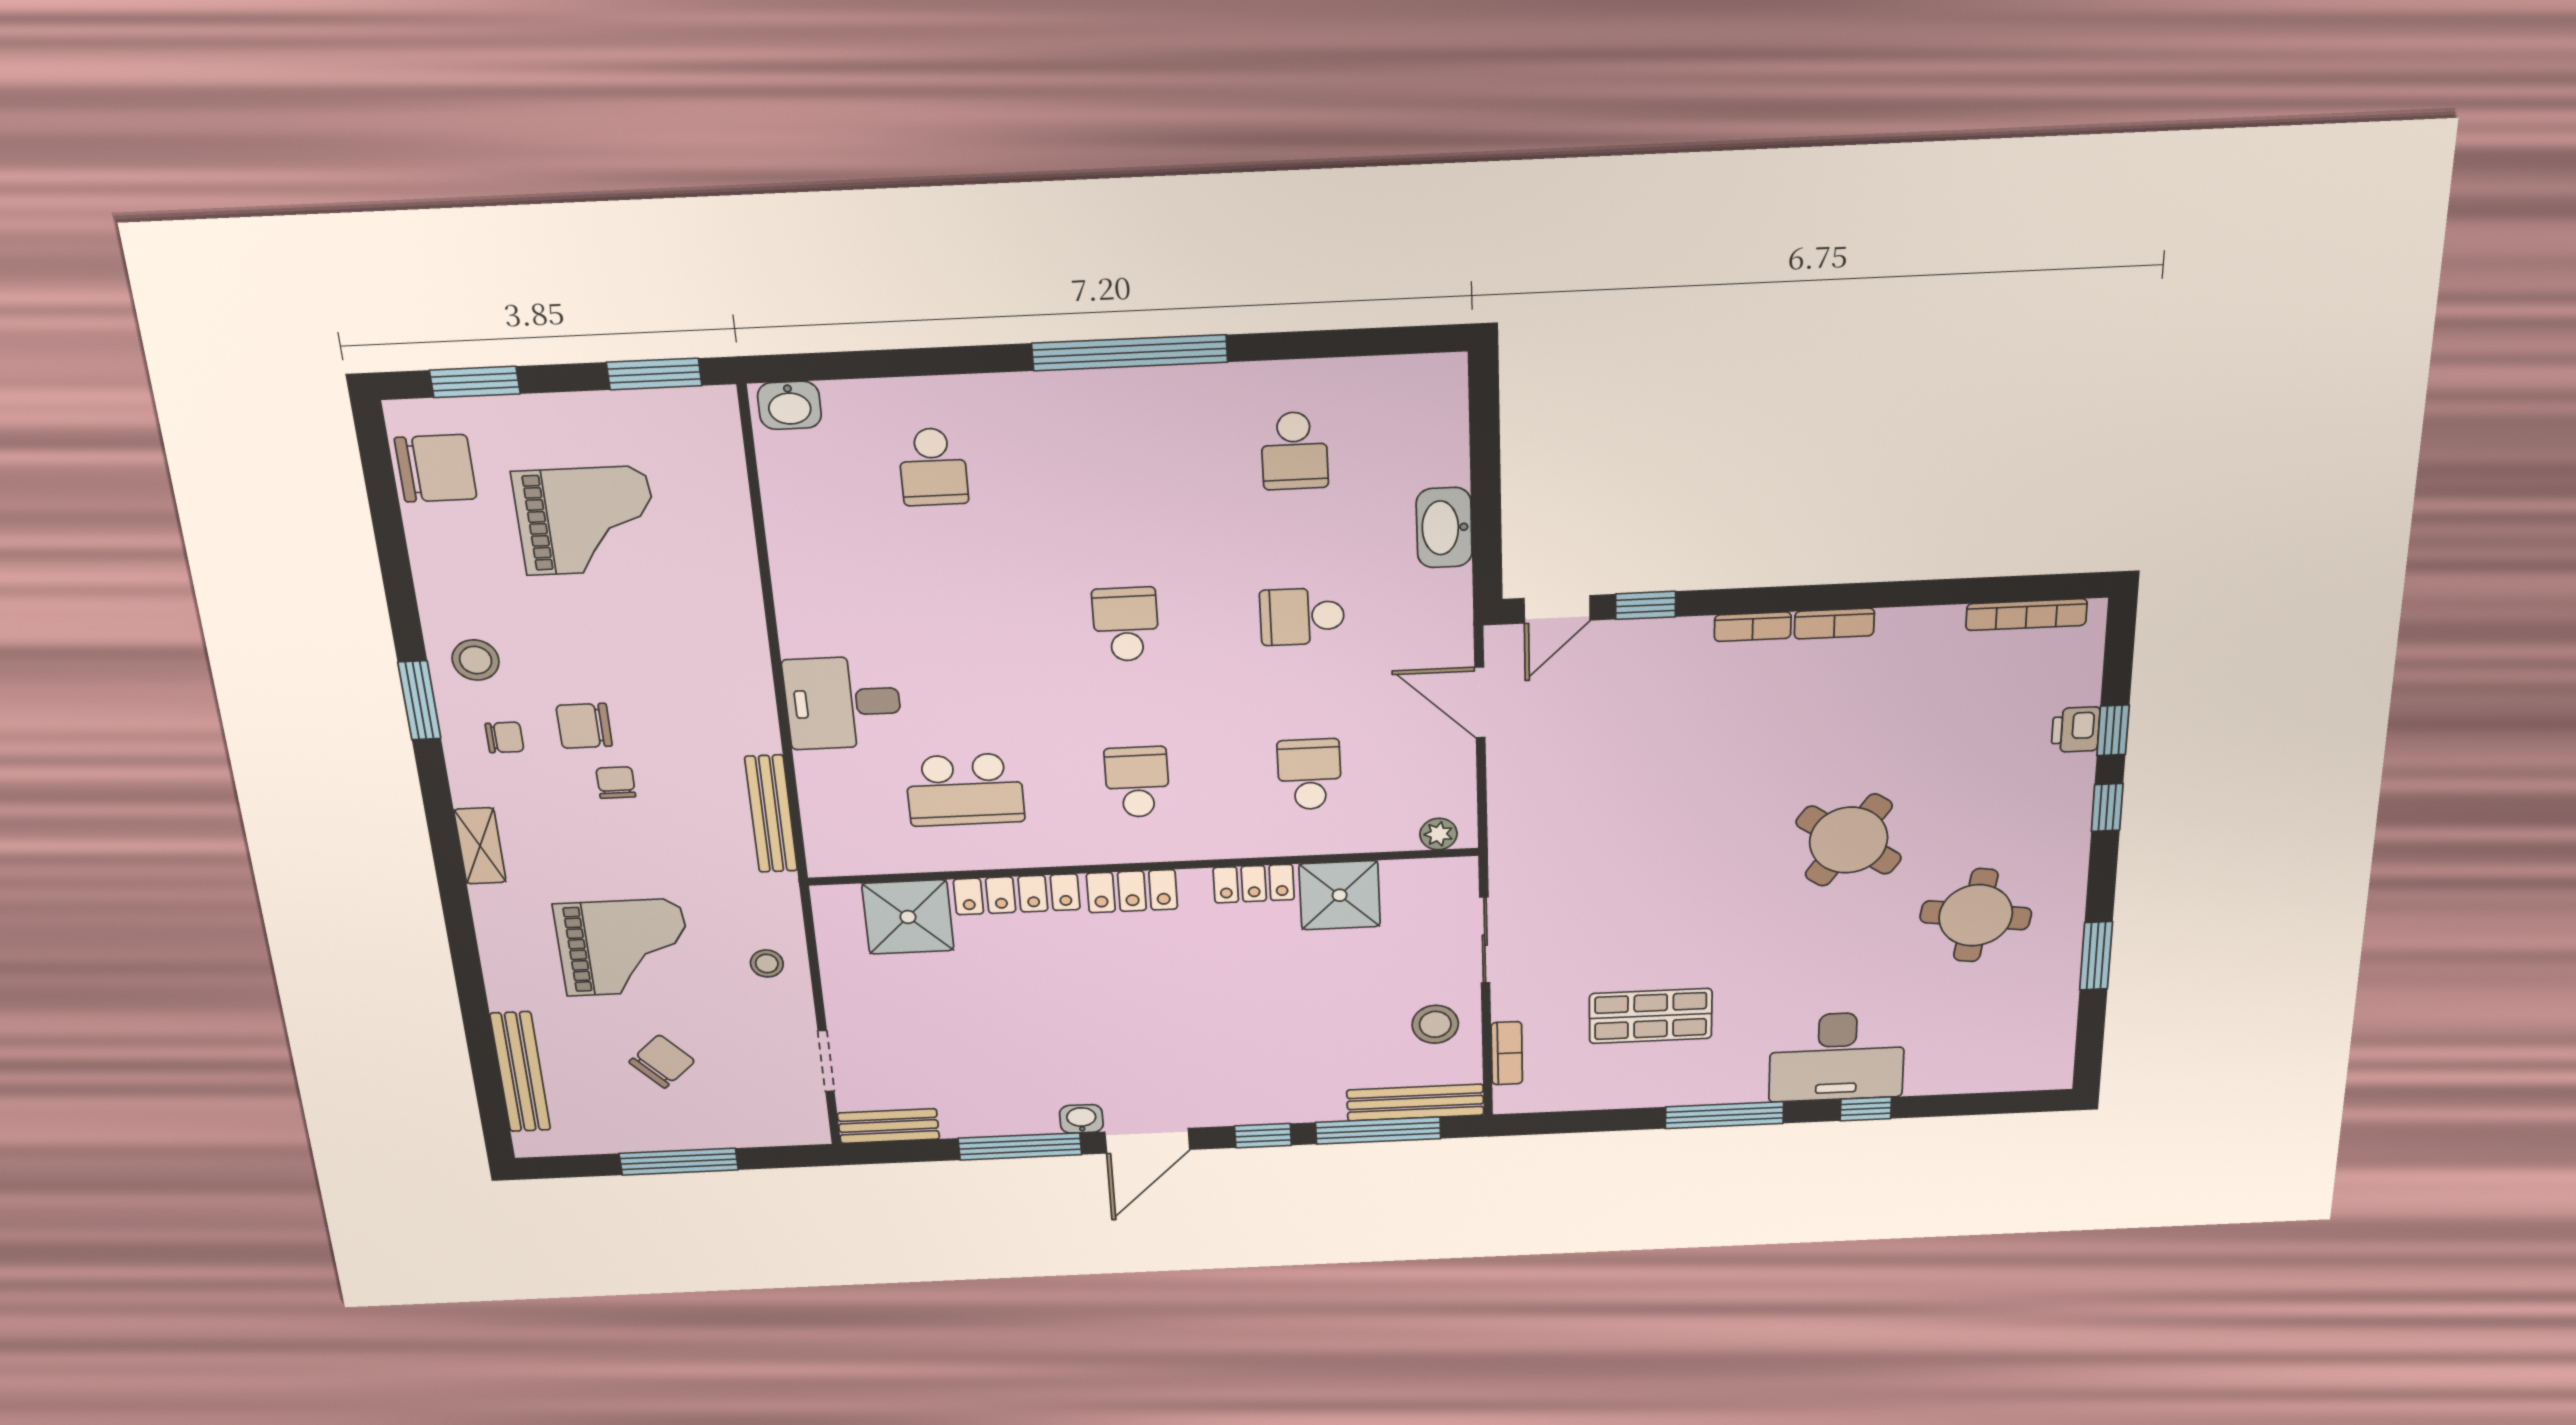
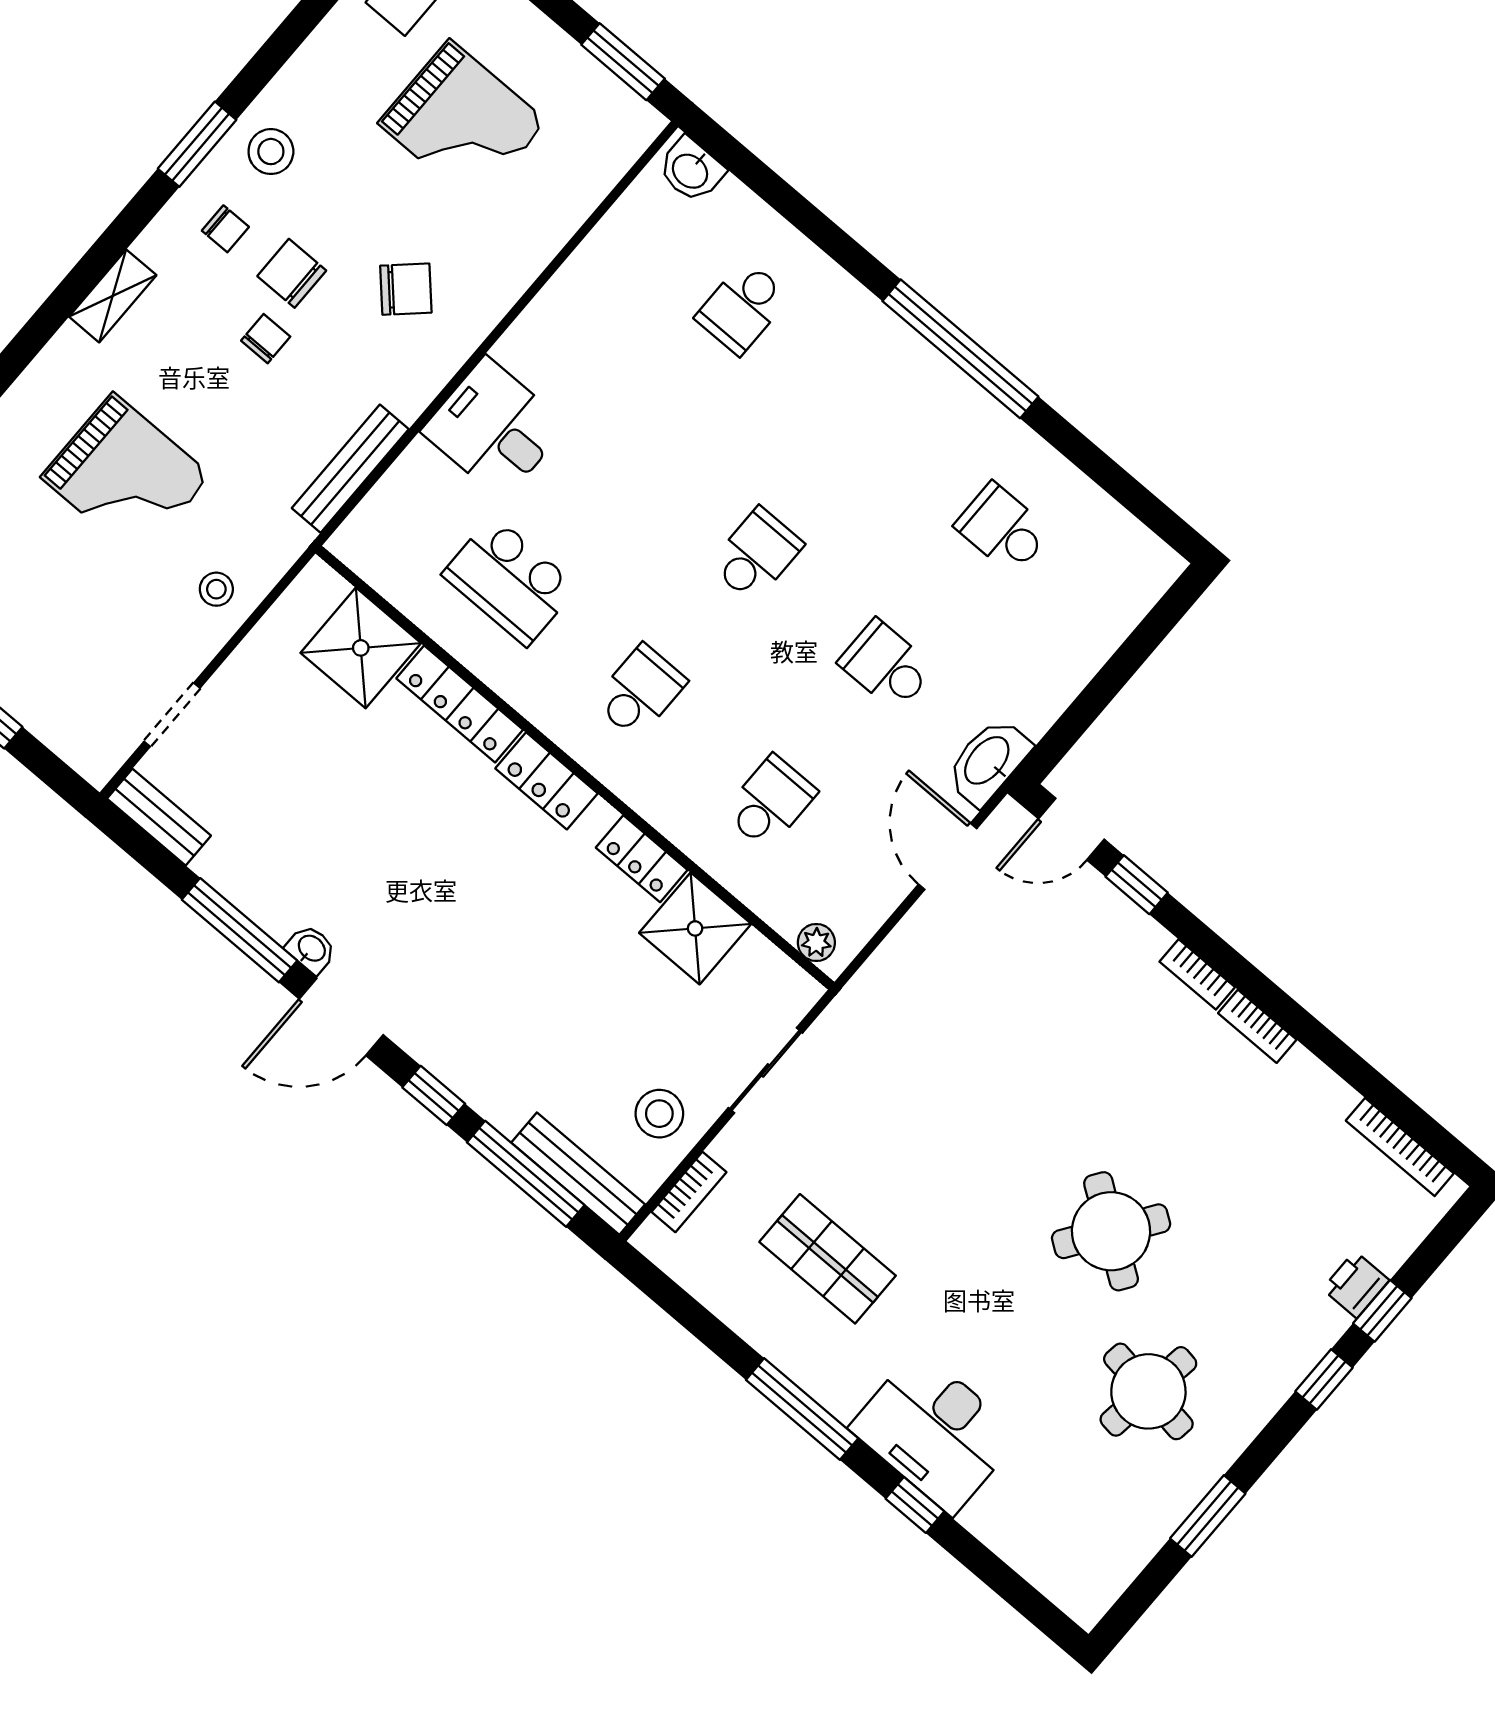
school desk: (1294, 451) -> (1003, 529), turned 90
washbasin: (1444, 528) -> (988, 761), moved
chair: (662, 1061) -> (406, 289), moved

